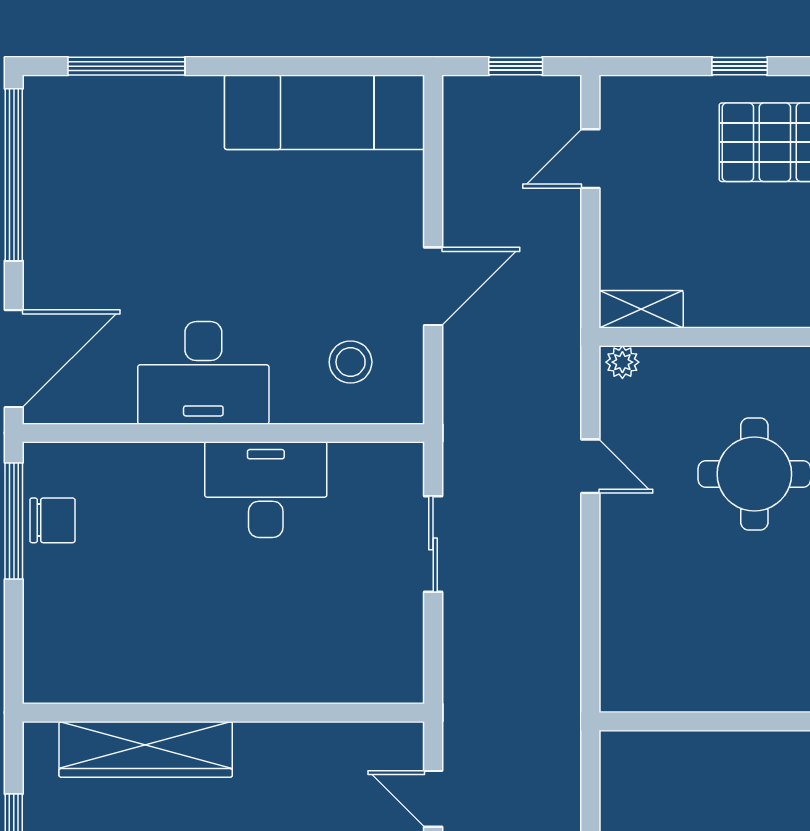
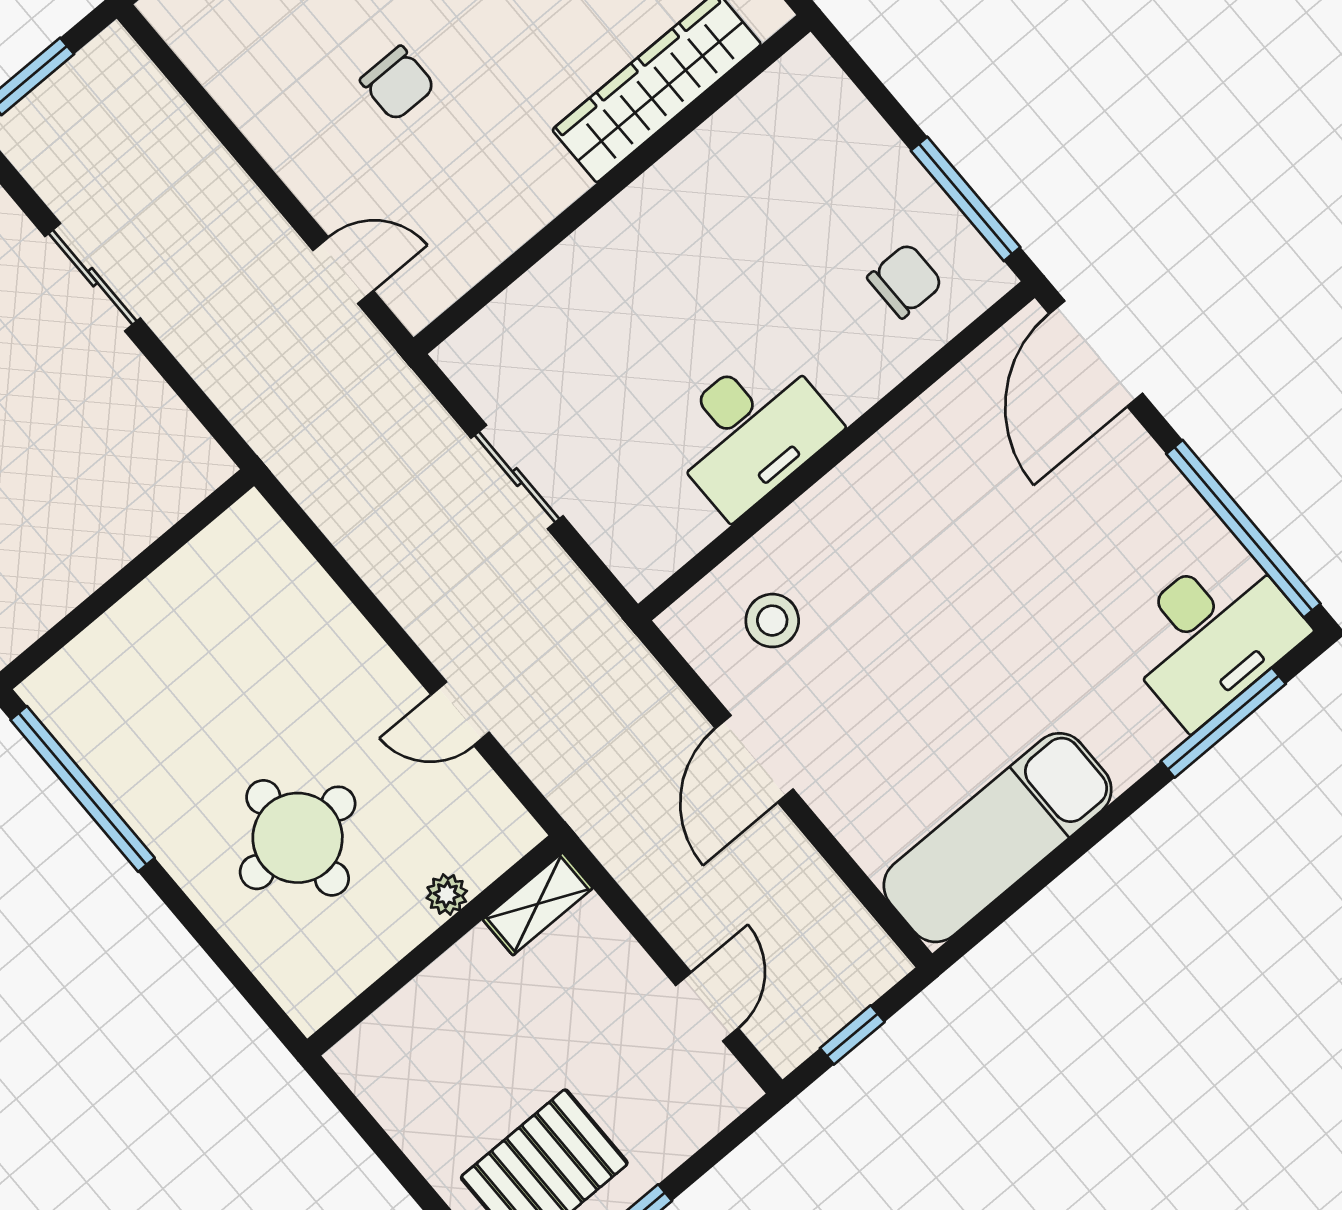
plant: (622, 362) -> (447, 894), moved
desk: (203, 373) -> (1212, 634), moved, turned 180
chair: (52, 520) -> (905, 281), moved, turned 180
sliding door: (433, 544) -> (517, 477), moved

